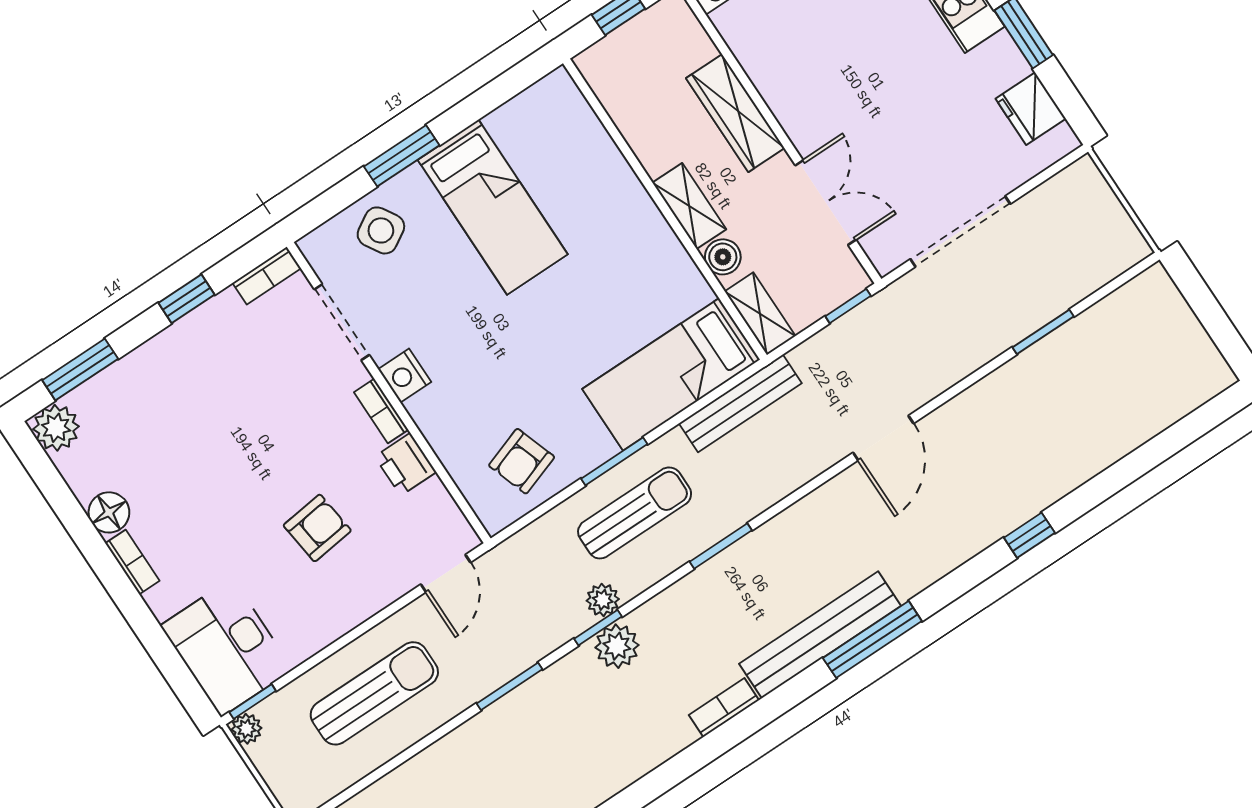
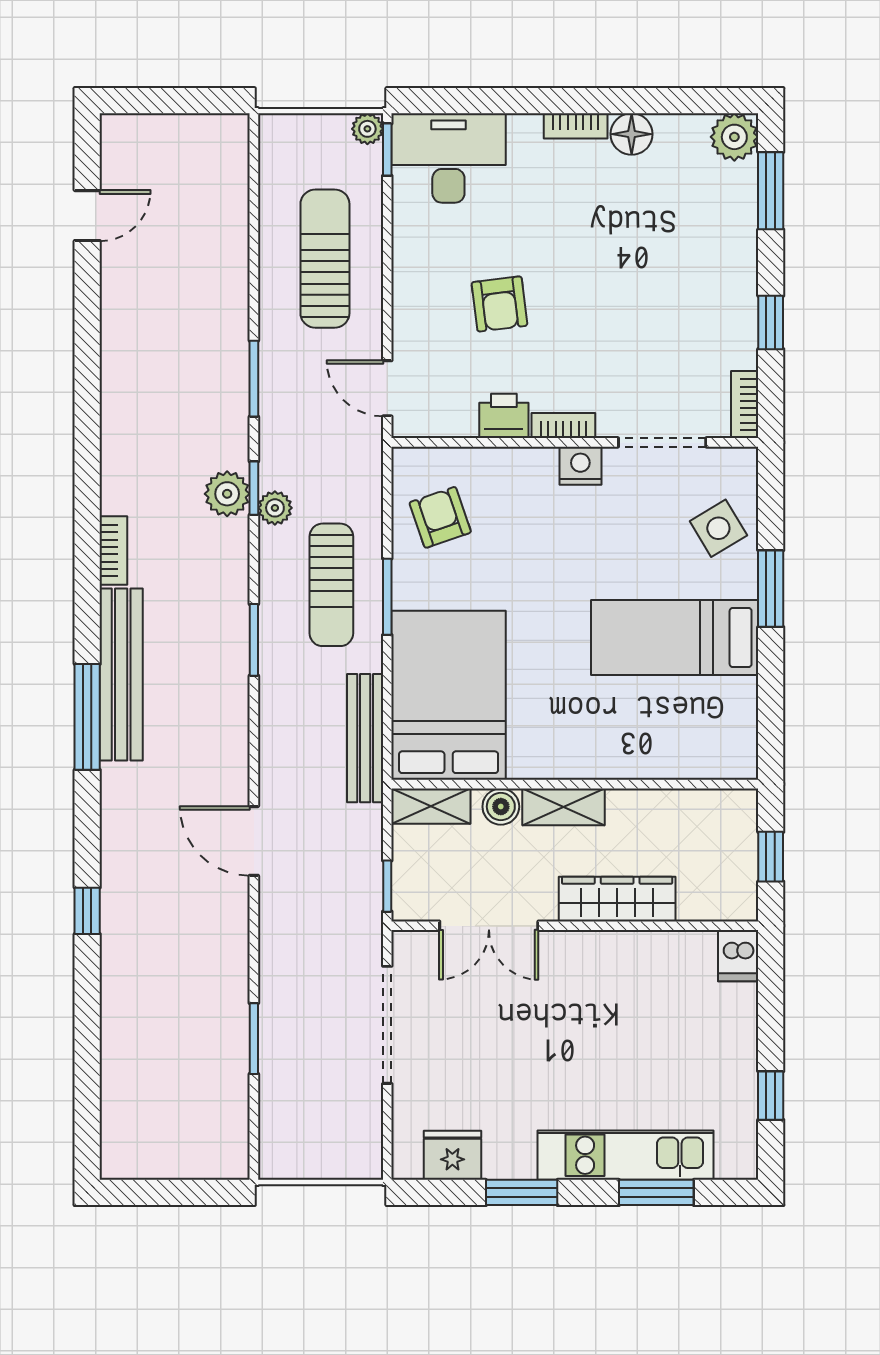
bed: (671, 374) -> (449, 695), width x1.50
sun lounger: (374, 693) -> (325, 259), turned 180

